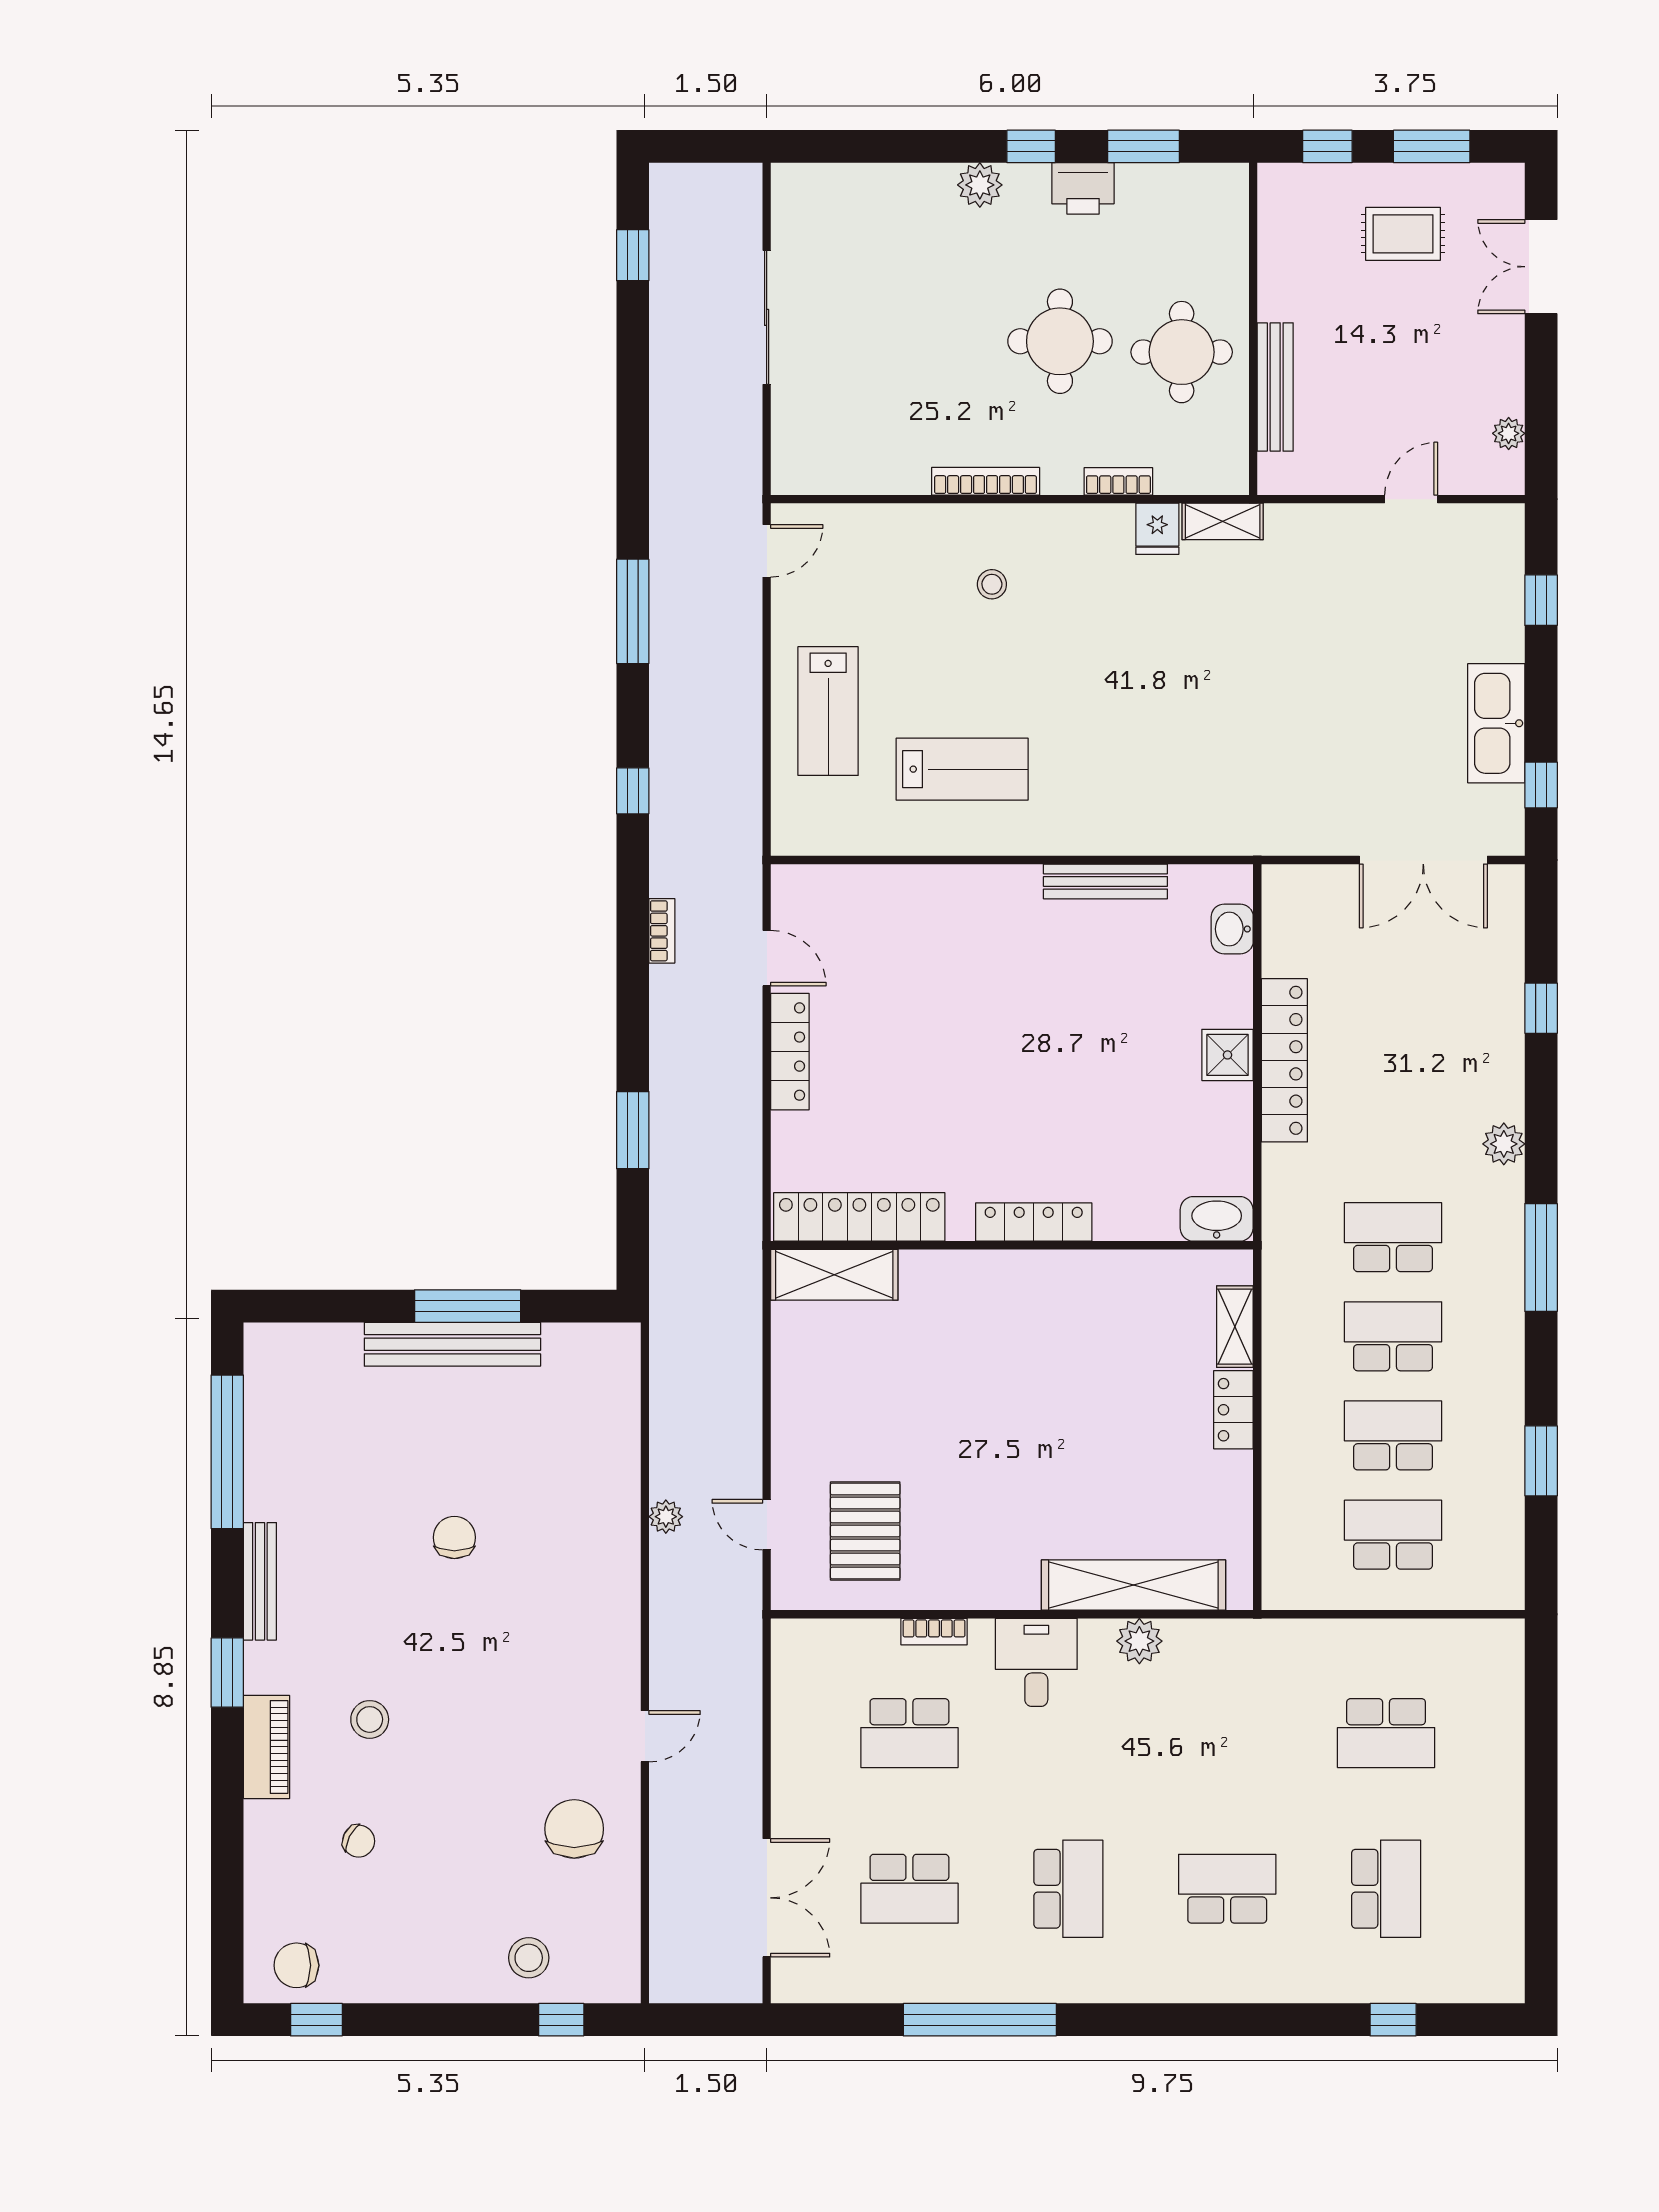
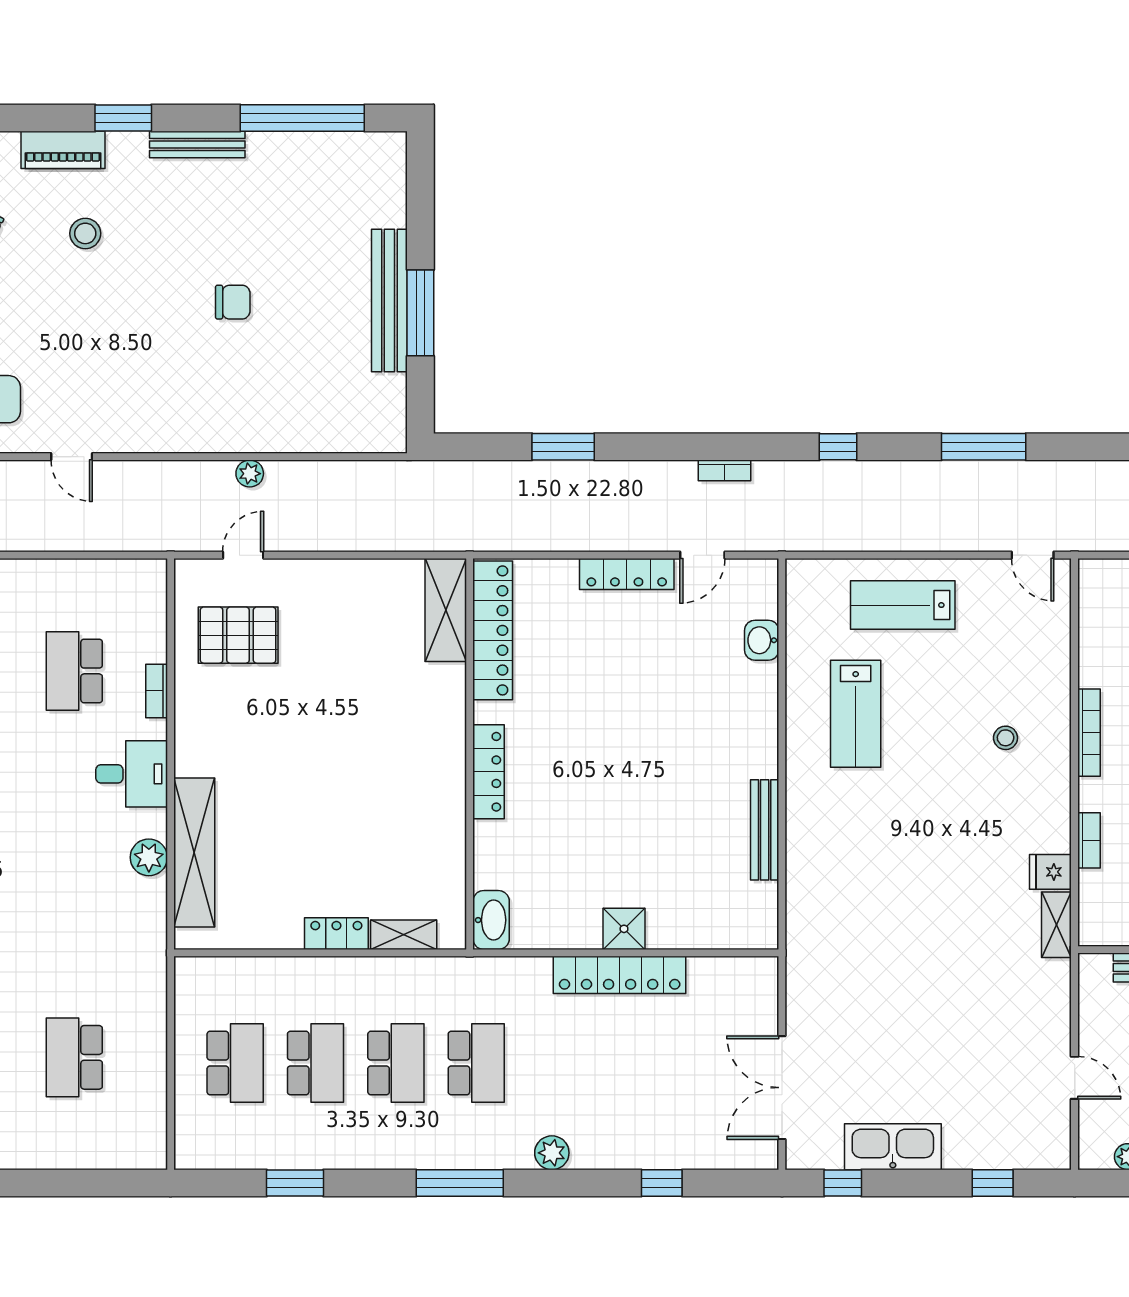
washbasin: (1232, 929) -> (762, 640), moved, turned -90

